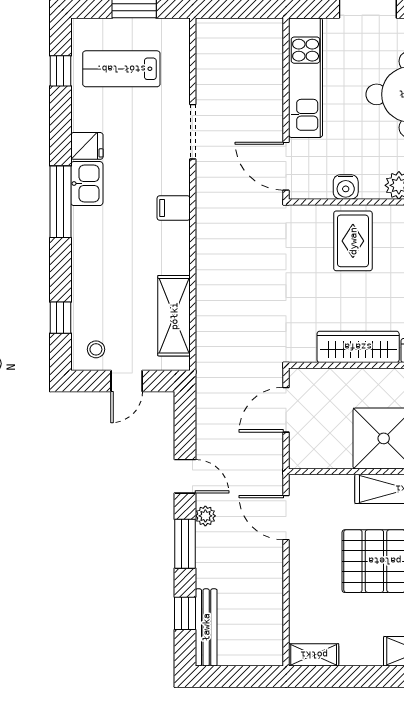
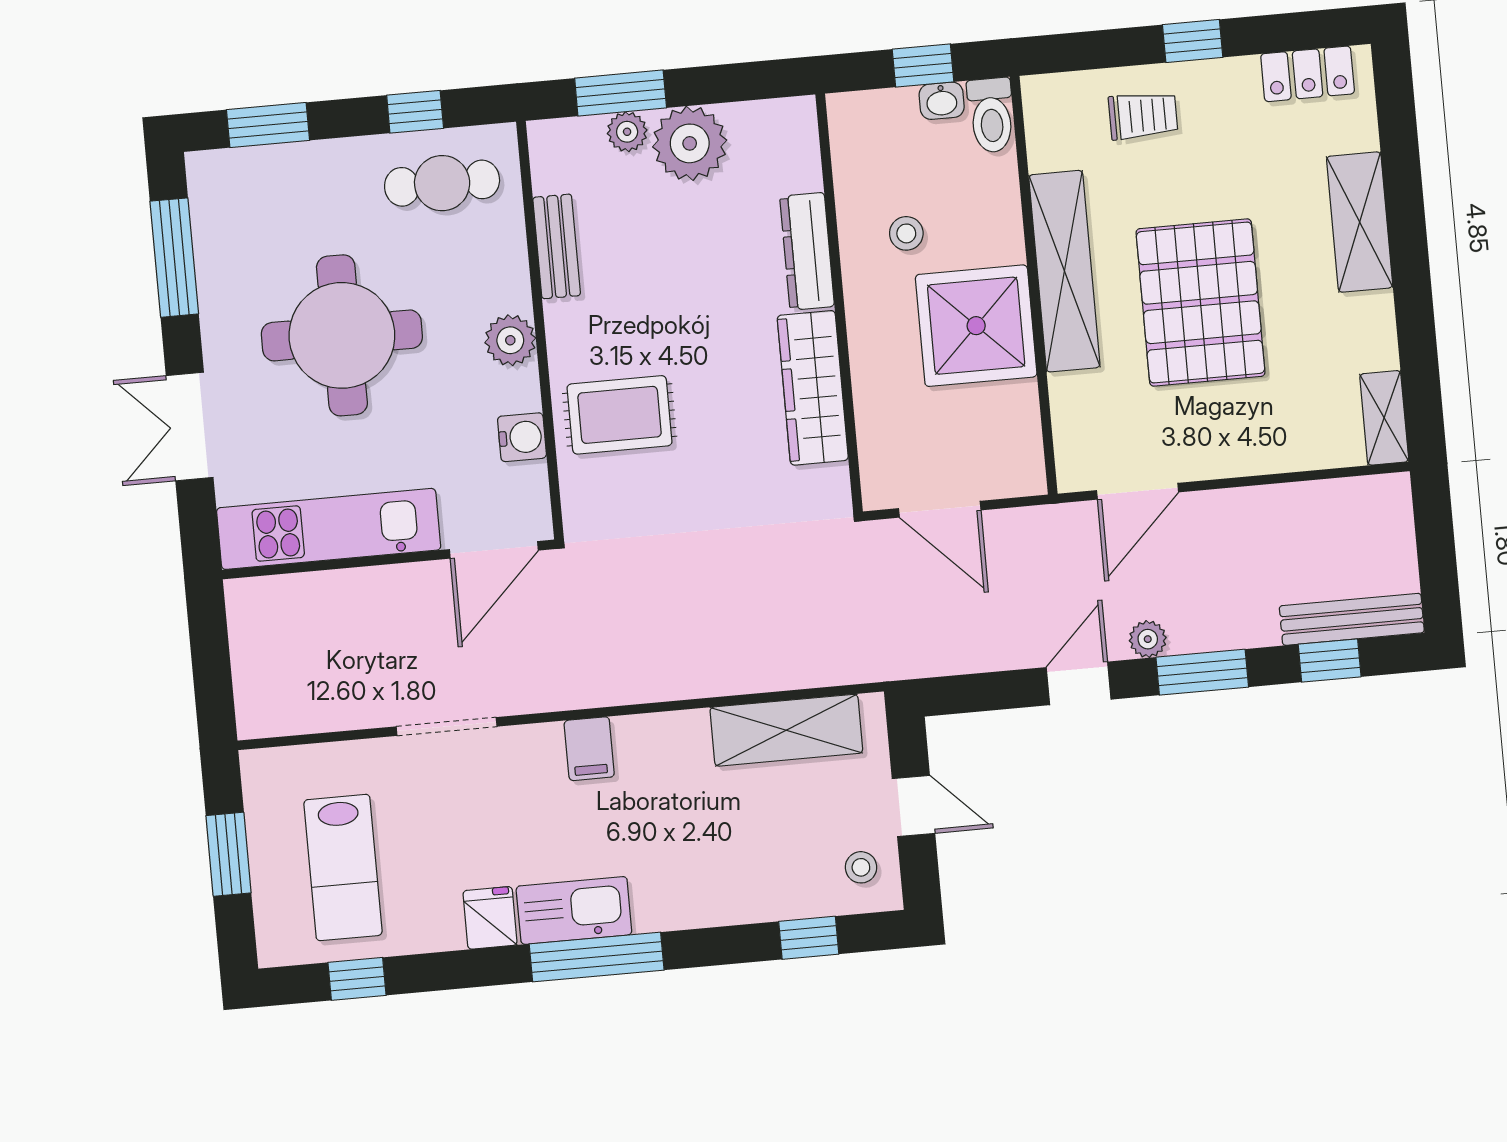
kitchen sink: (87, 184) -> (574, 910), width x1.38

